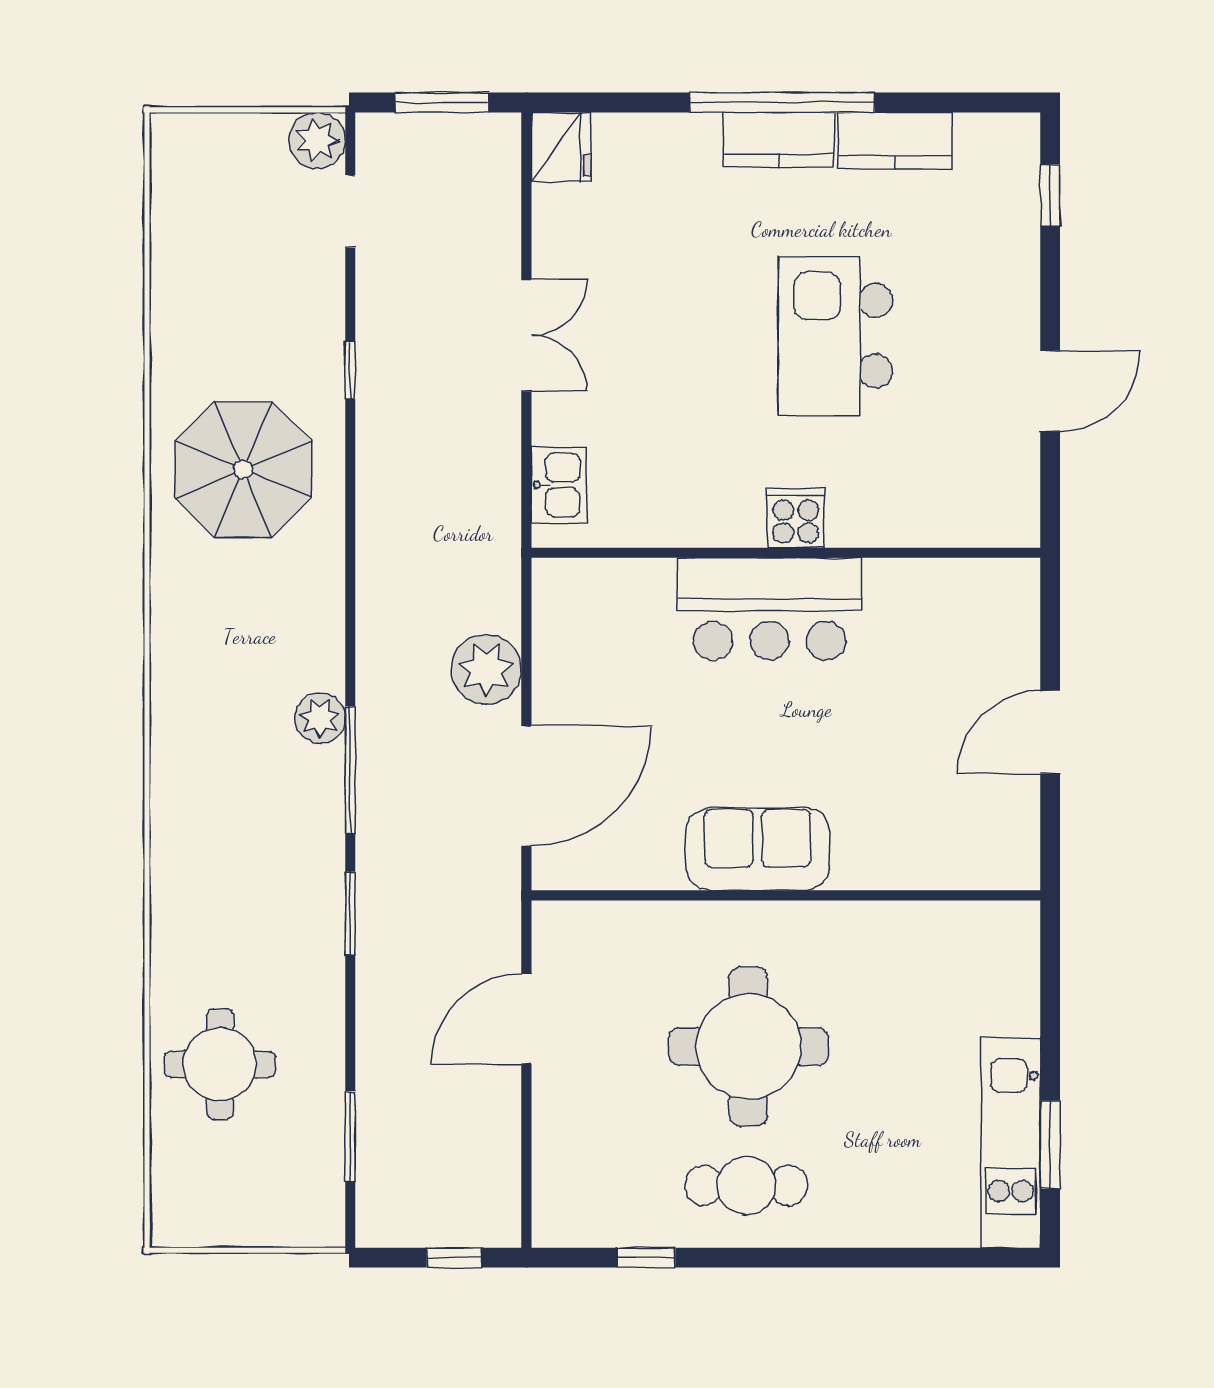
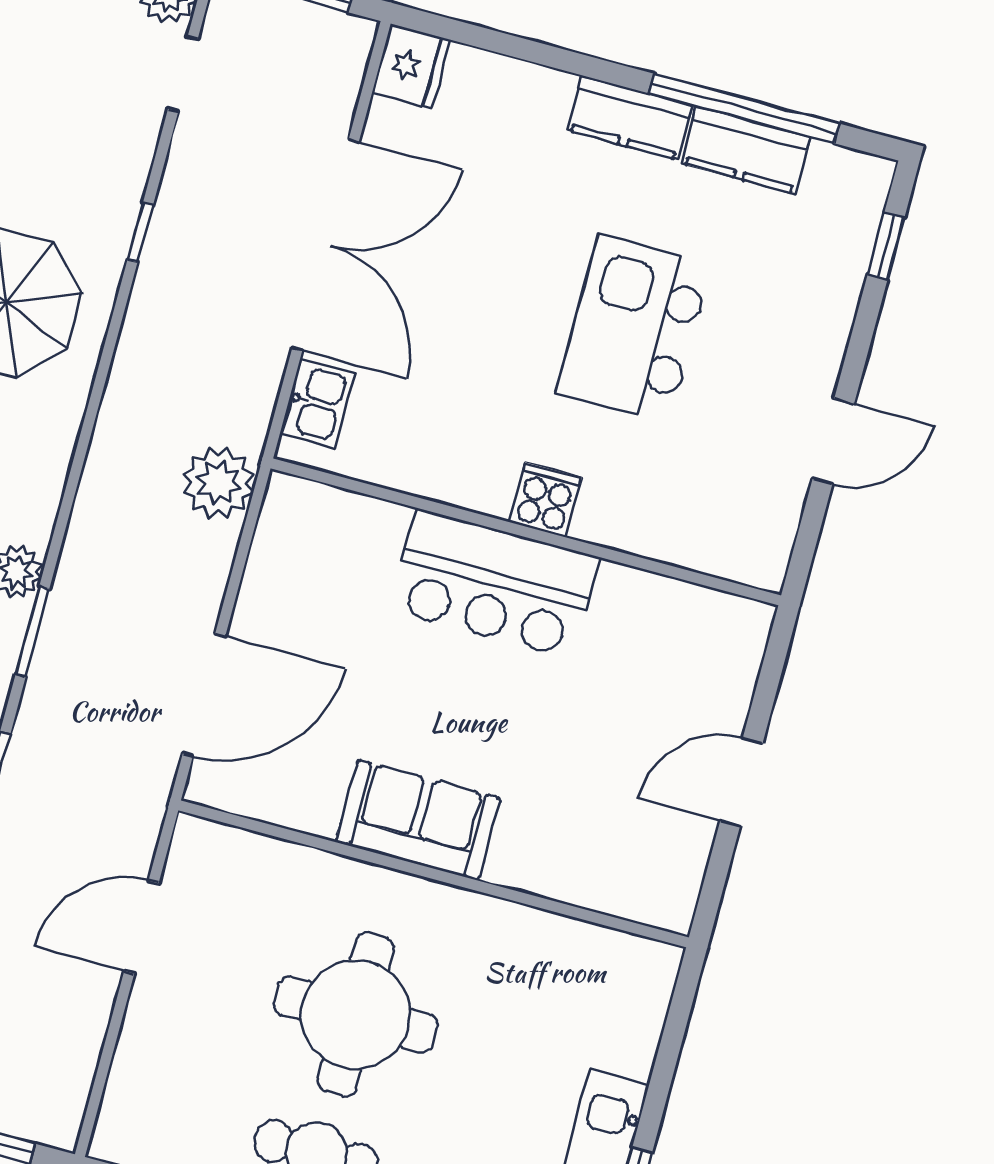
window: (782, 102) -> (744, 109), moved
double door: (526, 335) -> (325, 245), width x1.87
plant: (486, 670) -> (218, 483), moved
window: (350, 770) -> (33, 631), width x0.69

